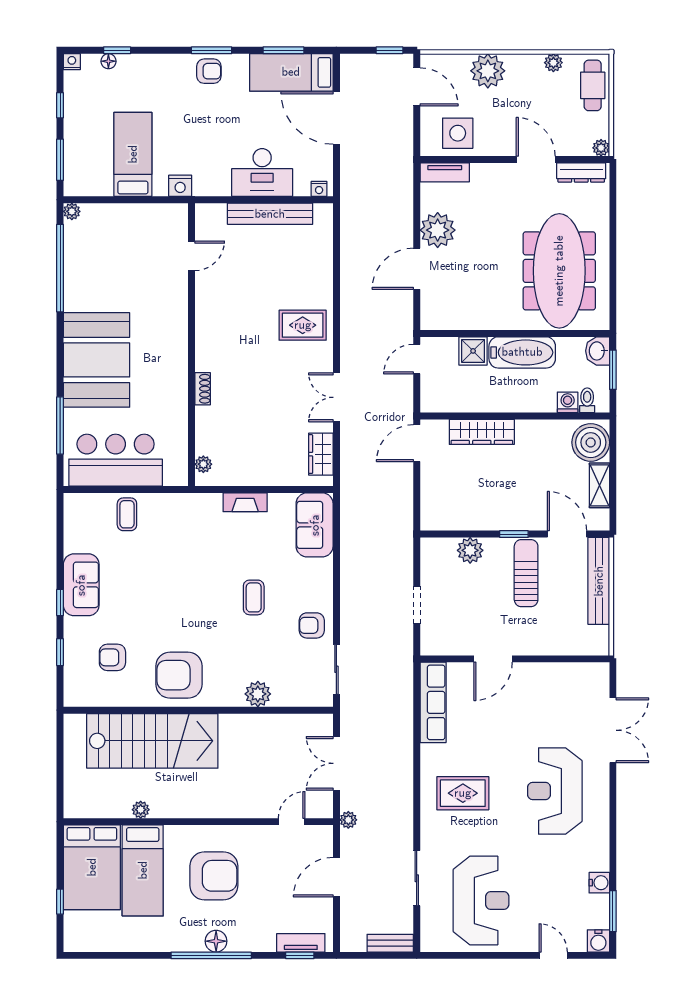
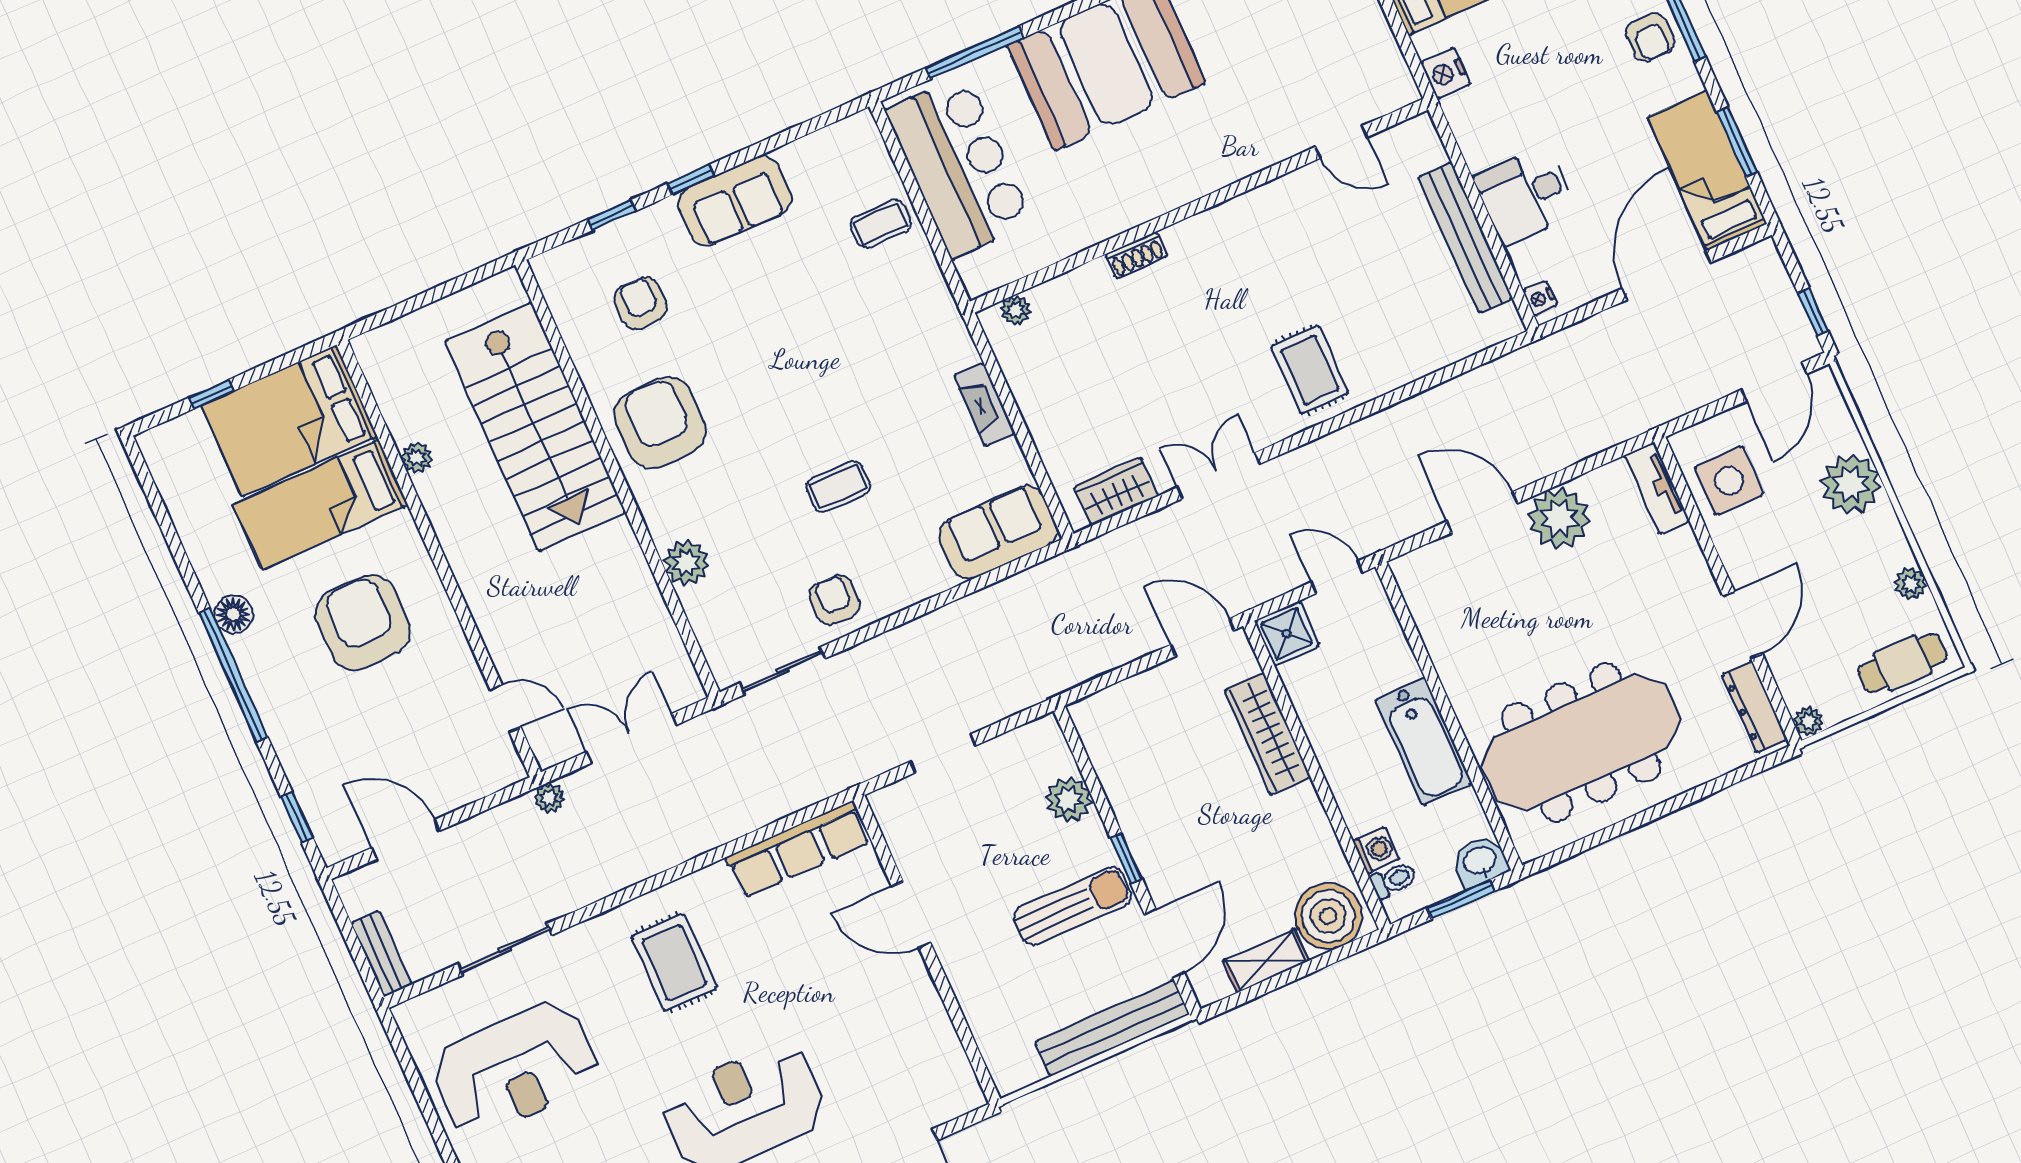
desk: (262, 172) -> (1526, 195), width x0.73
shower: (473, 351) -> (1287, 633), moved
armchair: (214, 876) -> (363, 622), turned 180
door: (336, 877) -> (406, 839), moved
floor lamp: (216, 941) -> (234, 614), moved
tv unit: (301, 943) -> (318, 810), removed

